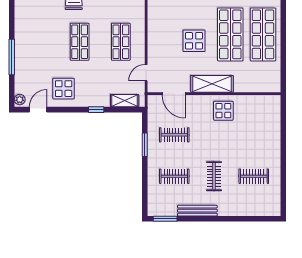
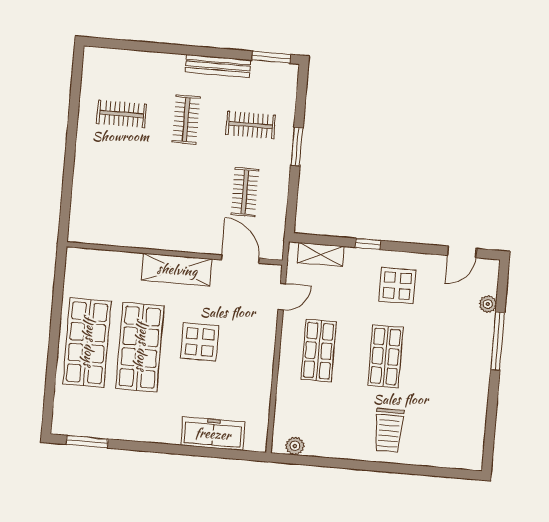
display table: (64, 89) -> (397, 286), moved
plant: (20, 100) -> (488, 304), moved
display table: (223, 111) -> (162, 224), removed
clothes rail: (174, 135) -> (245, 192), turned 90
window: (145, 145) -> (297, 146), moved

